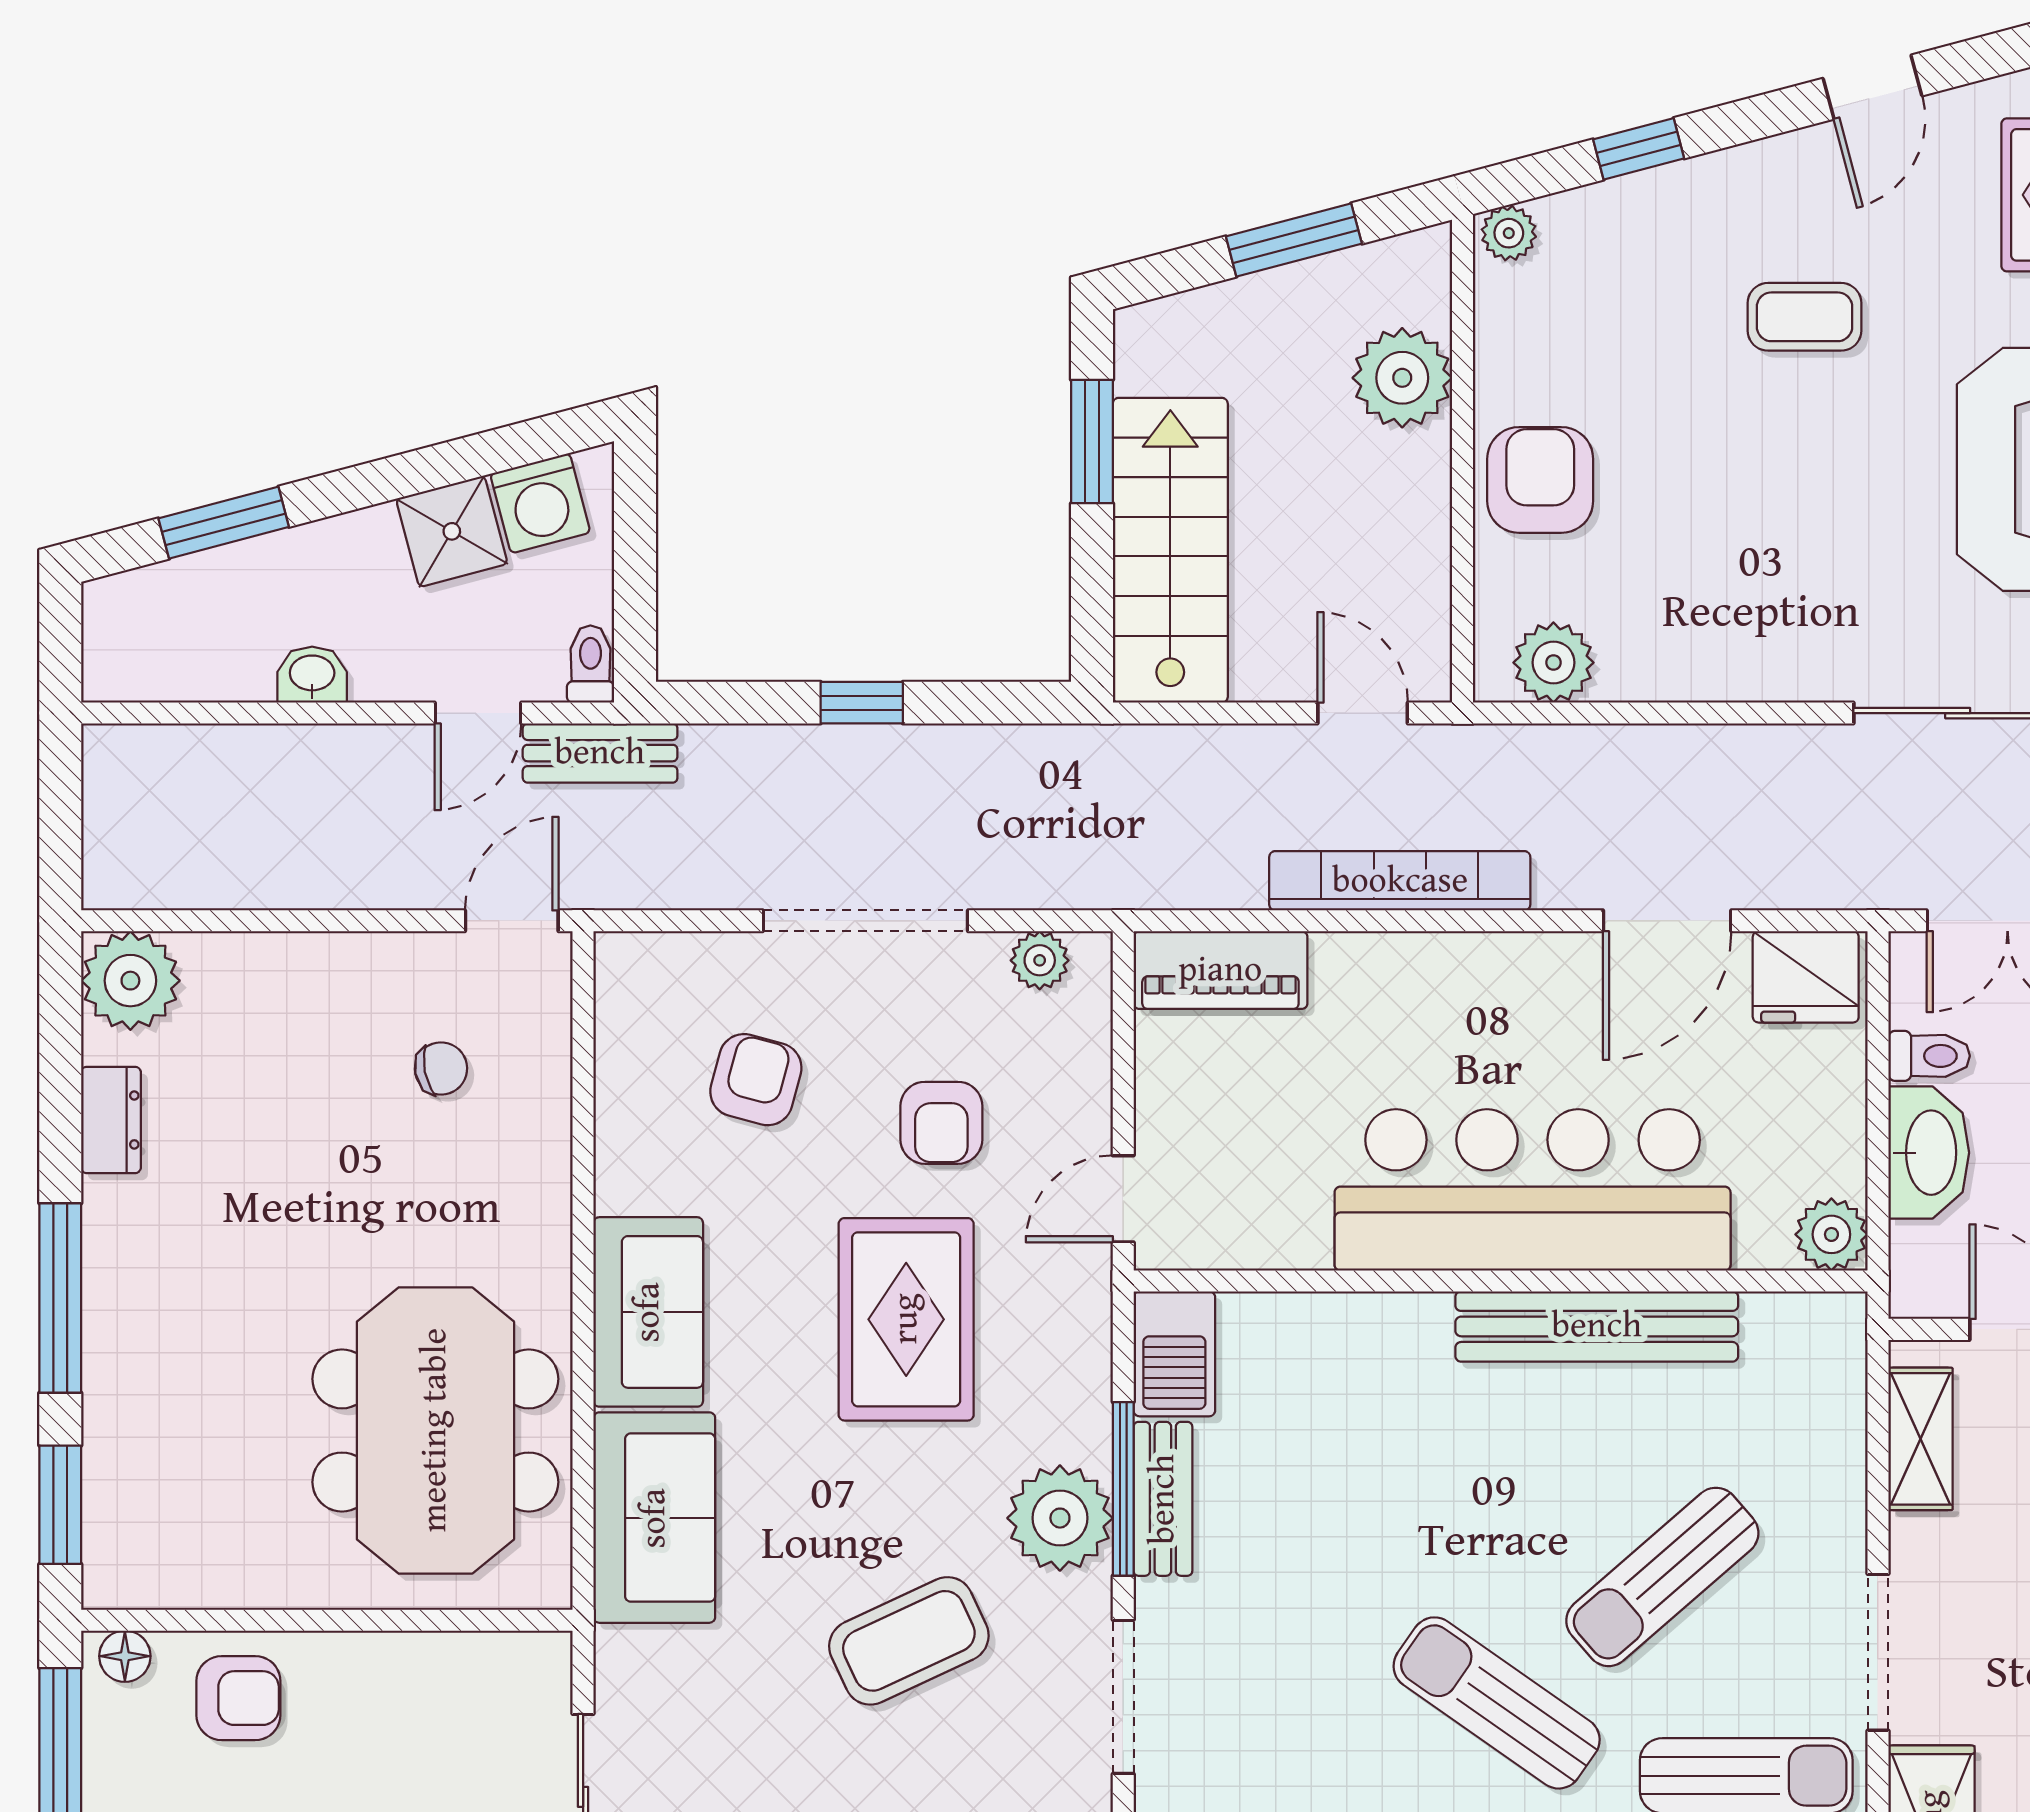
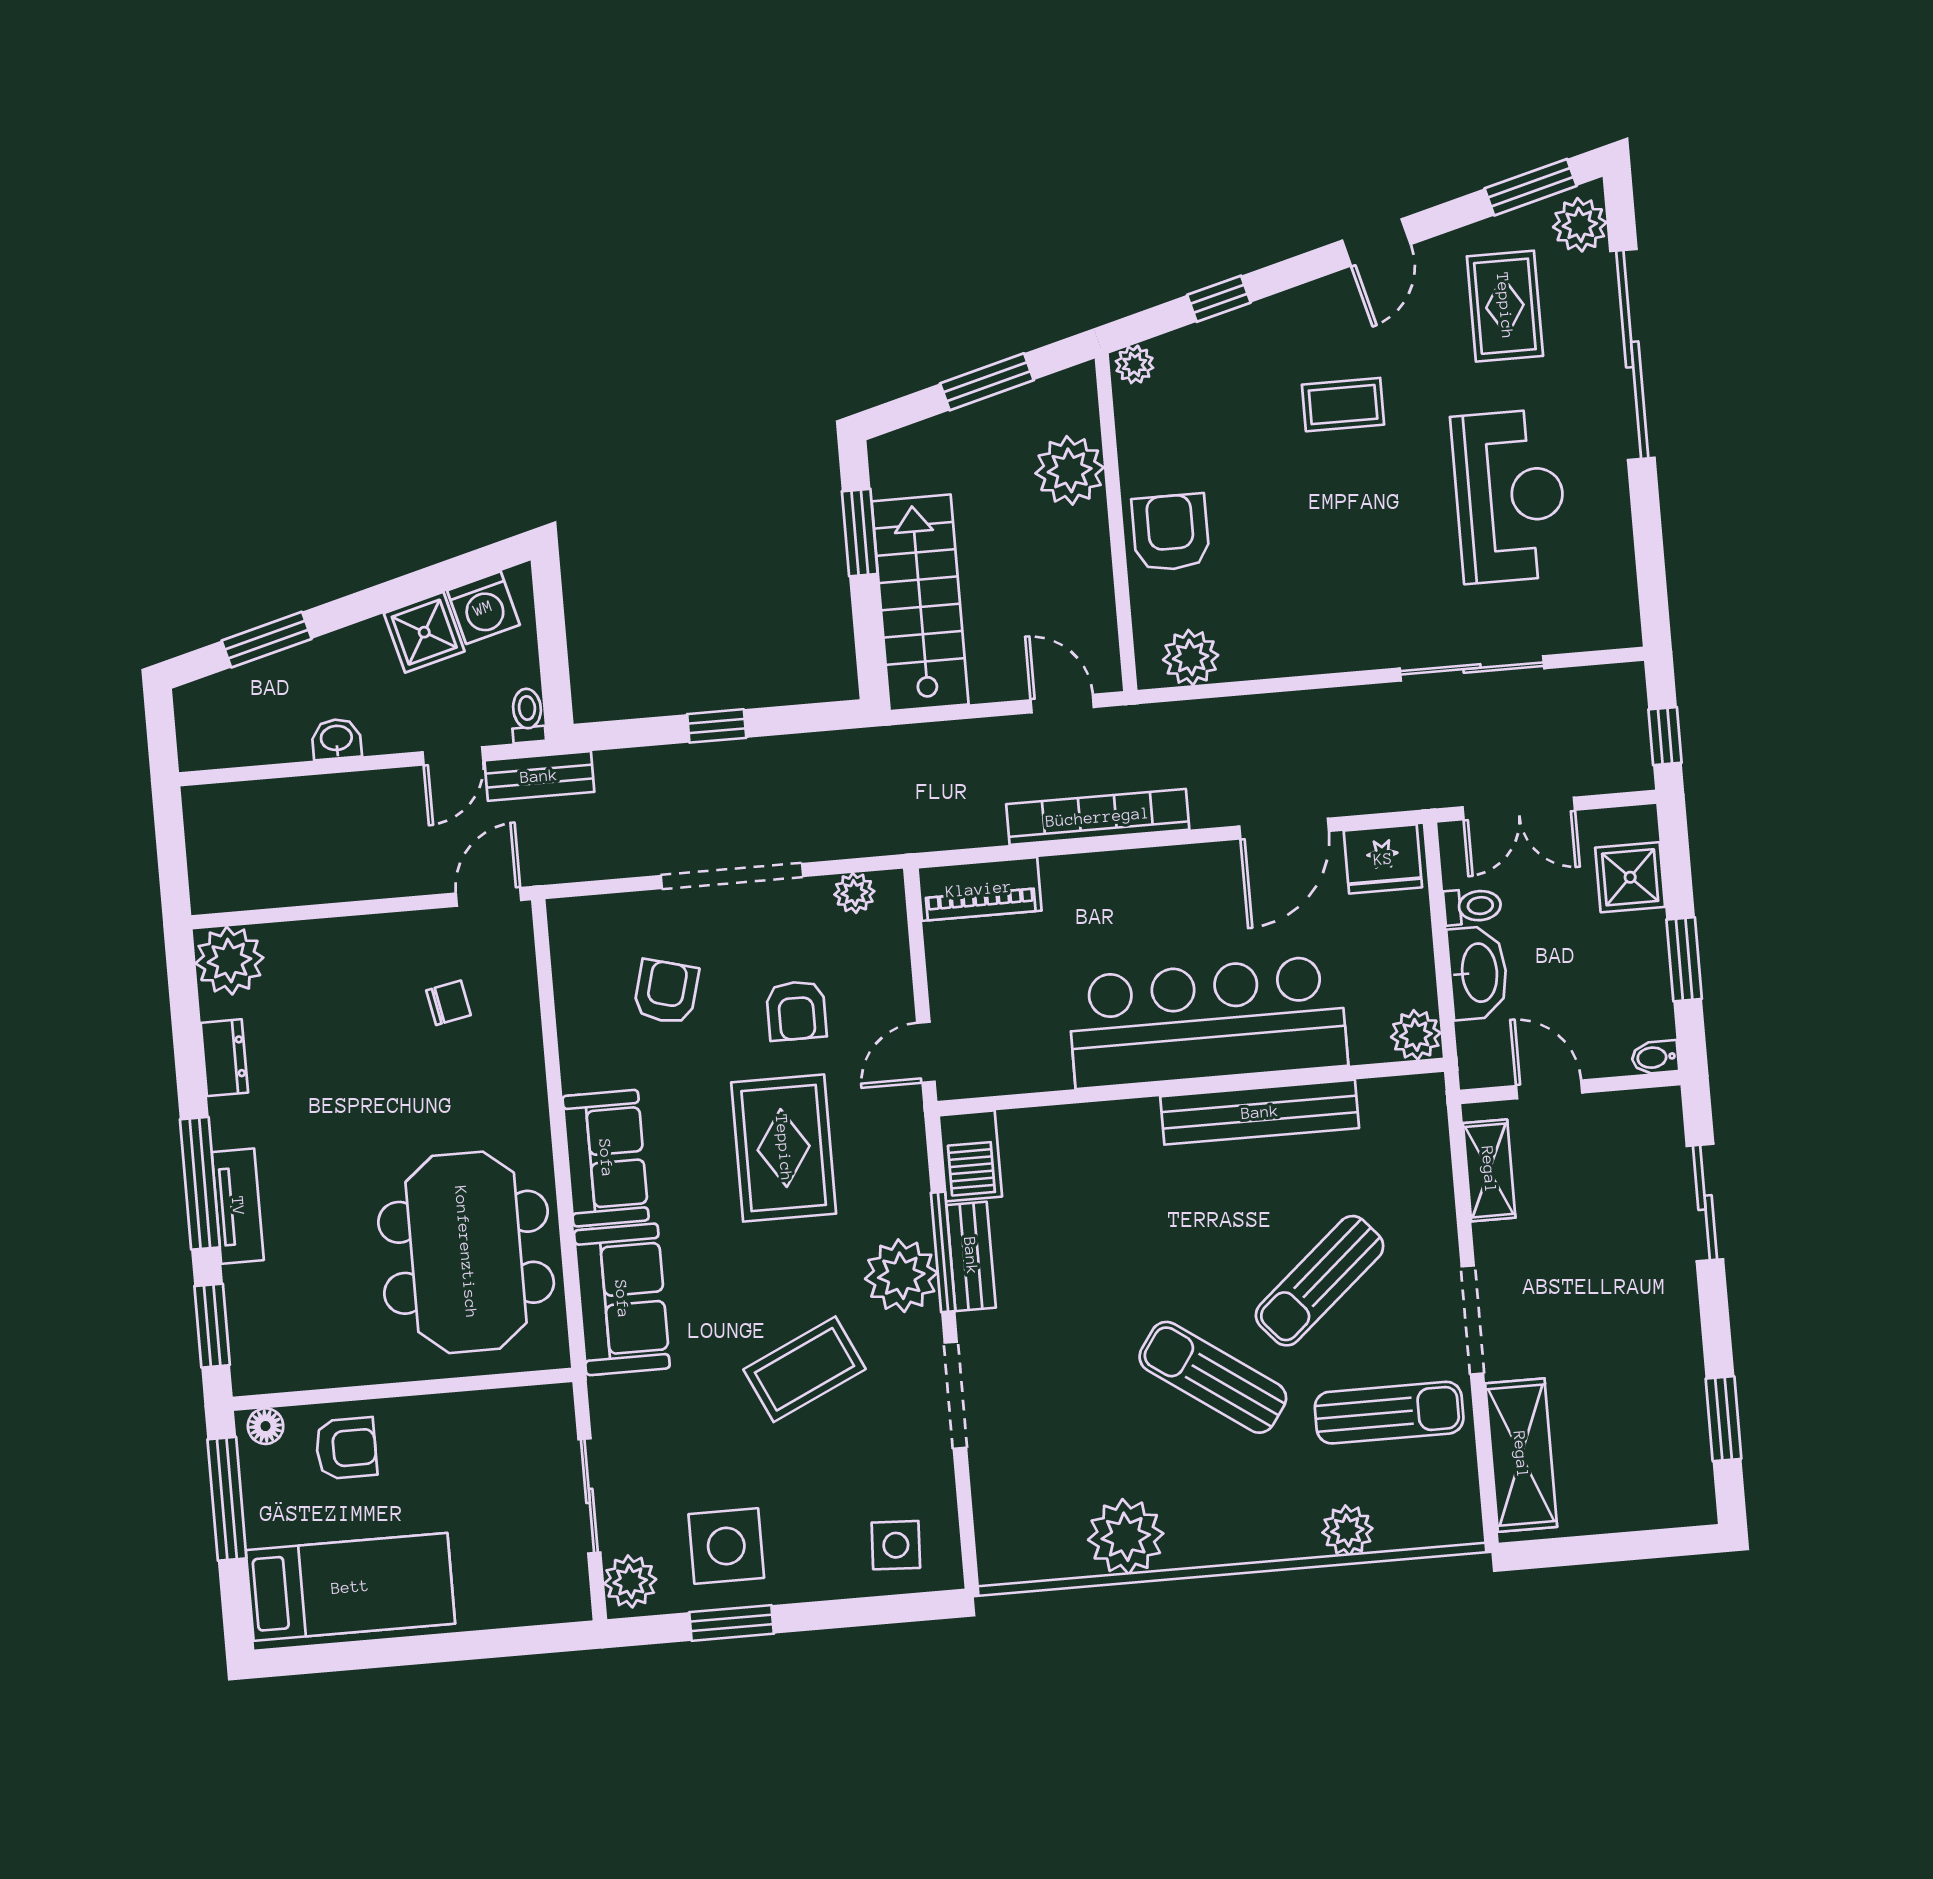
tv unit: (112, 1336) -> (238, 1206), added

